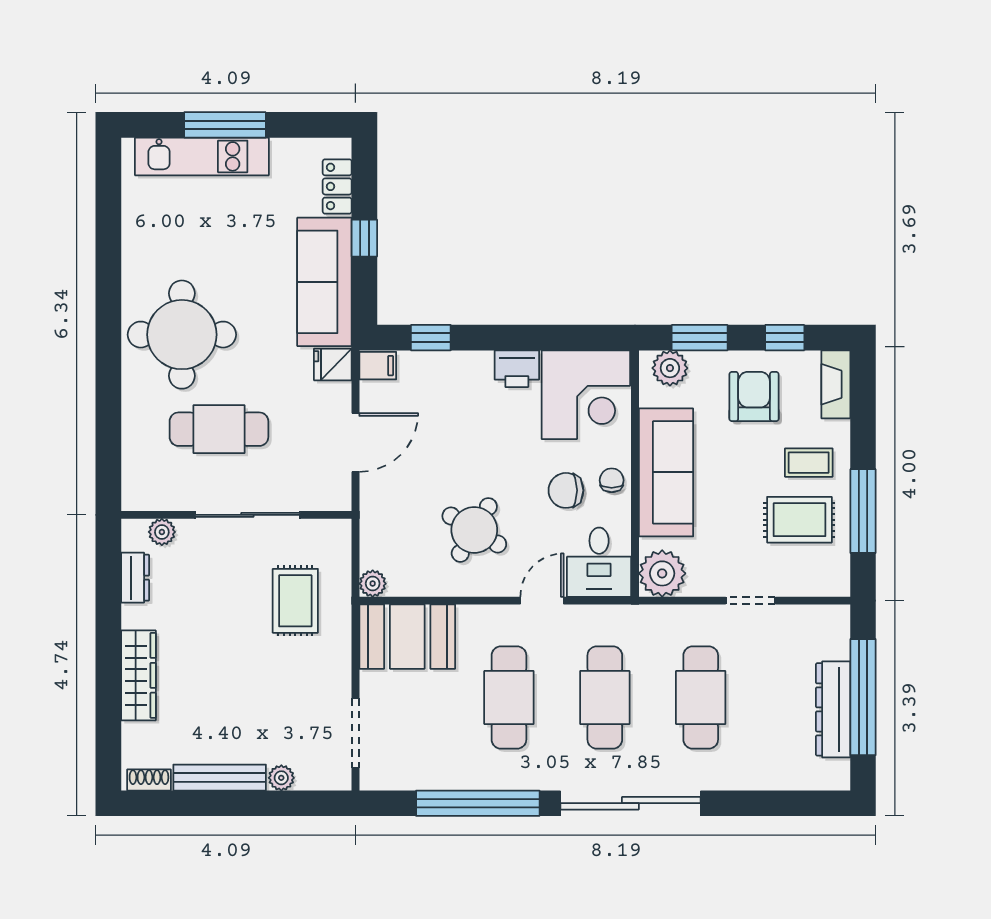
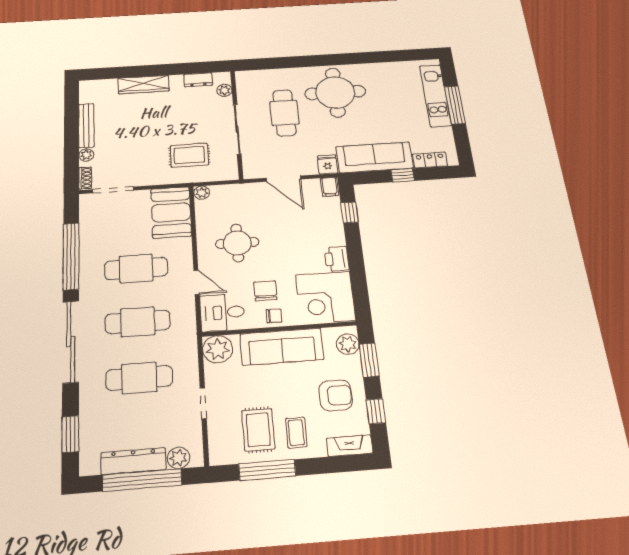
round table: (474, 530) -> (237, 243), turned -31
plant: (834, 642) -> (178, 458), added
shoe rack: (149, 780) -> (85, 178), moved
window: (783, 803) -> (70, 434), added

